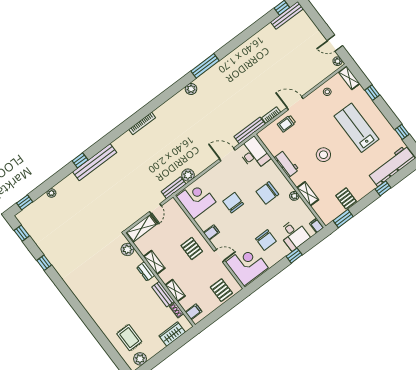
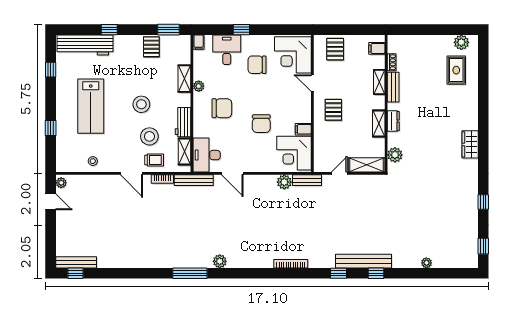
shelving: (349, 78) -> (184, 151), moved
stool: (302, 137) -> (149, 136), added
window: (25, 202) -> (339, 273), moved
filing cabinet: (211, 232) -> (303, 129), moved
chair: (266, 240) -> (257, 65), turned -90
wardrobe: (172, 334) -> (470, 144), moved, turned 90

